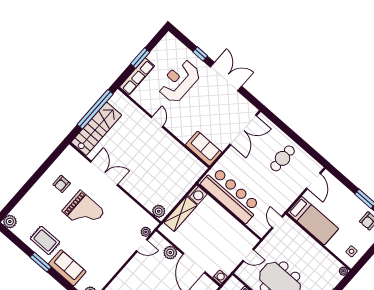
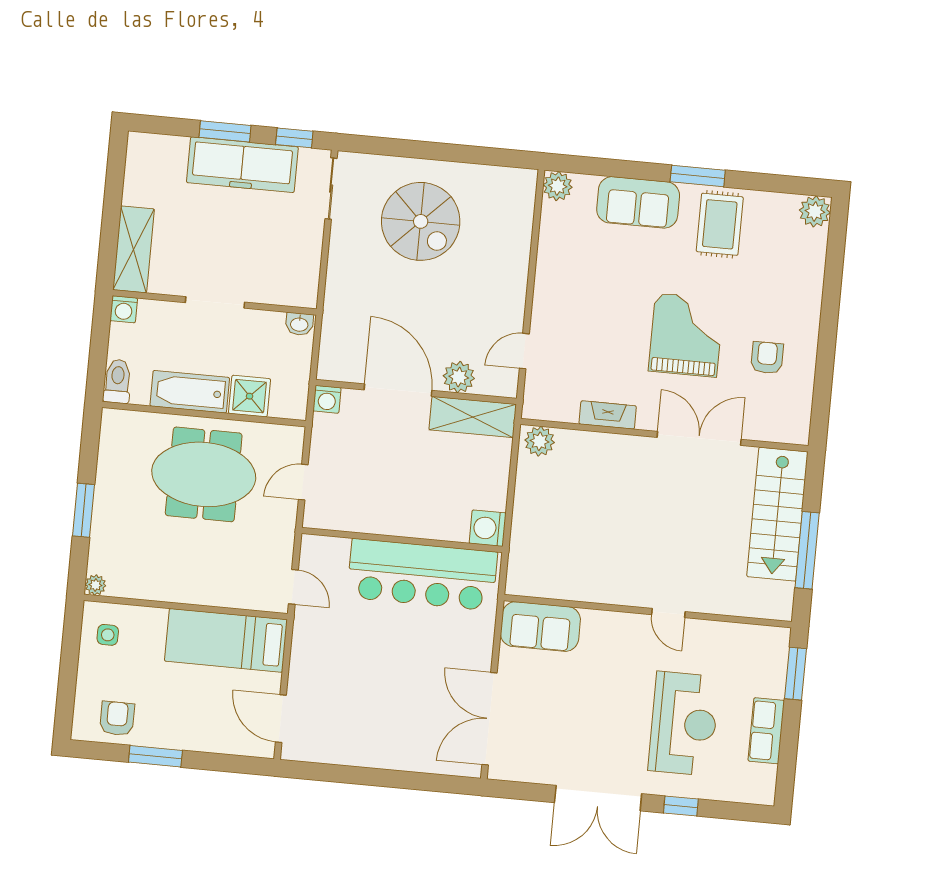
window: (140, 58) -> (796, 674), moved
row of seats: (137, 76) -> (766, 731), moved, width x0.68
window: (95, 109) -> (807, 550), width x0.68
cafe table: (282, 158) -> (373, 719), removed
double door: (104, 173) -> (699, 438), swing flipped
fireplace: (129, 203) -> (608, 415), added
grand piano: (83, 211) -> (686, 335), turned 90
shelving: (180, 214) -> (473, 417), moved, turned 90
plant: (146, 232) -> (536, 383), removed
rug: (45, 240) -> (720, 224), turned 90

